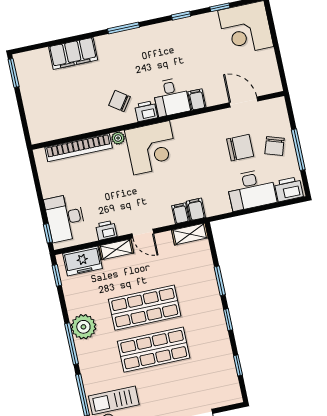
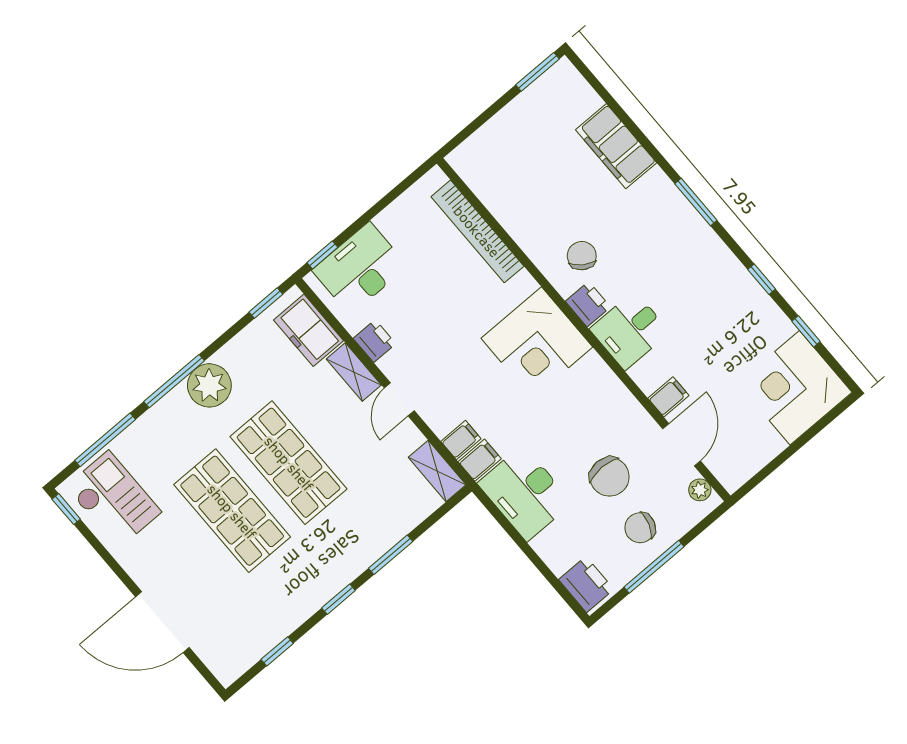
filing cabinet: (197, 100) -> (668, 397), moved
plant: (118, 138) -> (700, 490), moved
desk: (251, 190) -> (525, 493), moved

